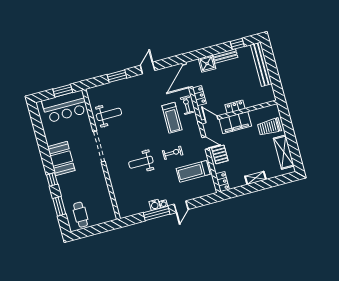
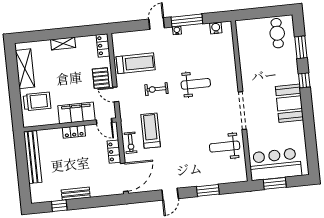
shower: (207, 64) -> (99, 188), removed
bench: (261, 64) -> (33, 157), moved
water cooler: (155, 205) -> (216, 28), moved

